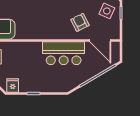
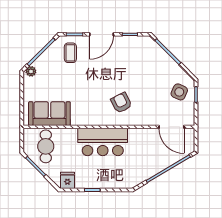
armchair: (80, 22) -> (121, 103), moved
bar counter: (64, 53) -> (103, 142), moved

